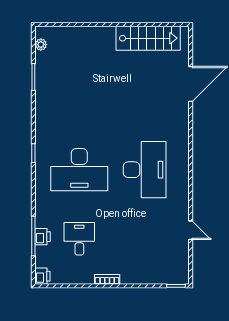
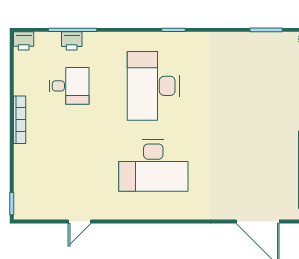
bookcase: (107, 279) -> (20, 120), width x1.56

